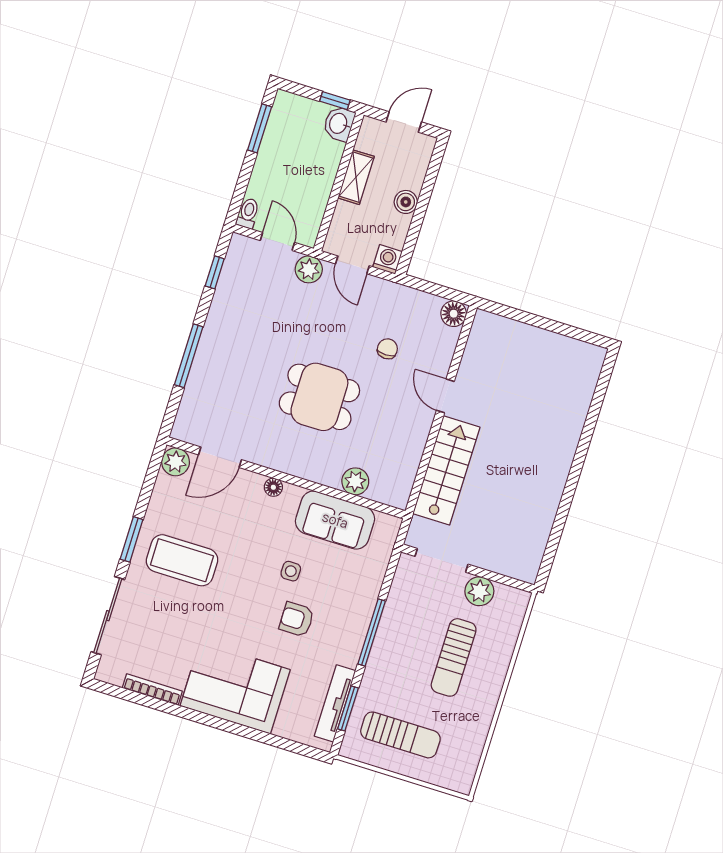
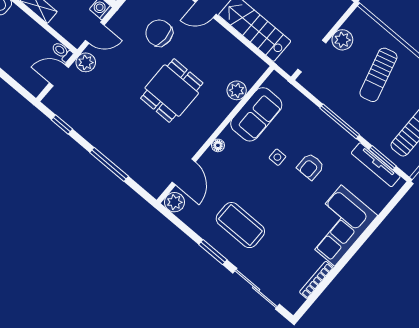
toilet: (248, 213) -> (62, 52), moved
chair: (387, 349) -> (159, 33), width x1.87, depth x1.87
coffee table: (182, 560) -> (240, 225), turned 90
sun lounger: (454, 657) -> (378, 75), turned 75

